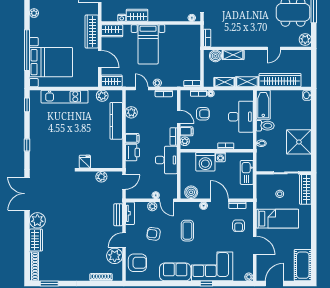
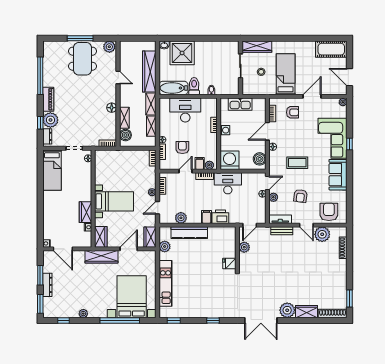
floor lamp: (243, 42) -> (112, 108), added
shower: (299, 142) -> (182, 53), moved
washing machine: (205, 162) -> (230, 160), moved, turned -90
door: (124, 182) -> (250, 225), swing flipped

